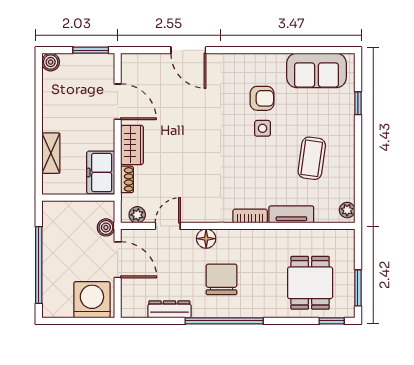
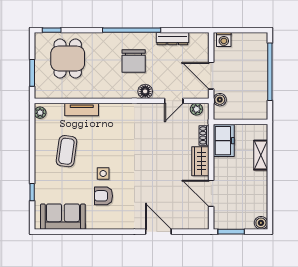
bookcase: (250, 216) -> (112, 108), removed
window: (358, 288) -> (32, 73), moved
washing machine: (92, 300) -> (224, 39), width x0.53, depth x0.53

